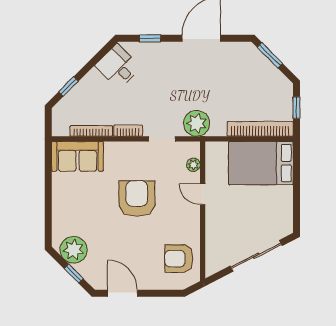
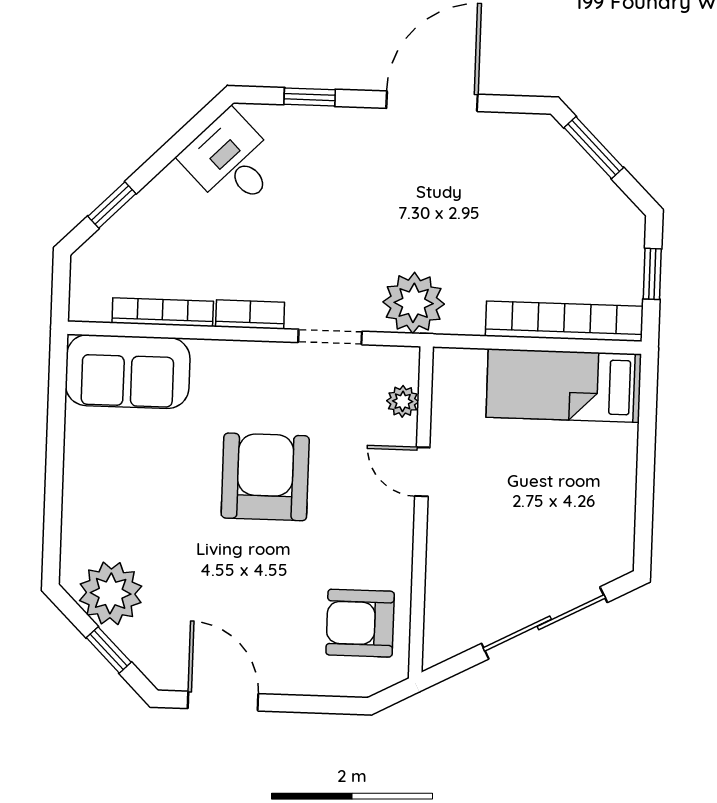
bed: (261, 163) -> (564, 386), width x0.67

